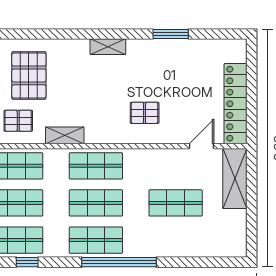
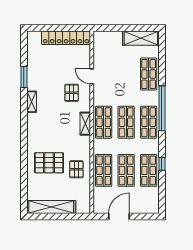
shelving: (108, 47) -> (32, 102), moved
shelving: (65, 135) -> (85, 124), moved
door: (202, 146) -> (92, 76), moved
shelving: (235, 179) -> (141, 38), moved
shop shelf: (176, 203) -> (149, 74), moved

